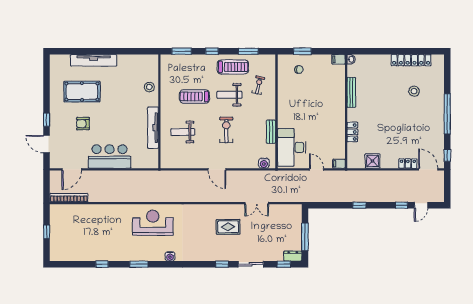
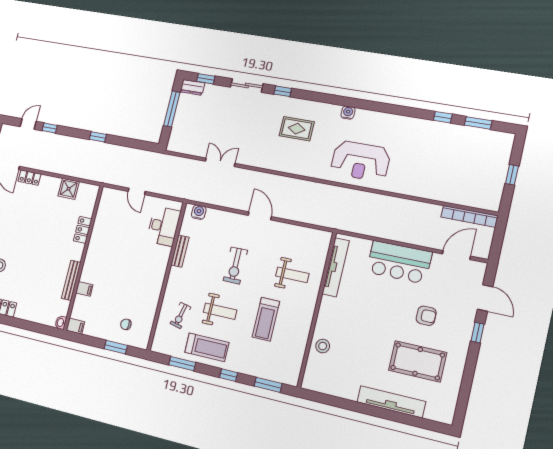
treadmill: (233, 67) -> (207, 347), turned 180
treadmill: (194, 97) -> (266, 319), turned 90
tv unit: (153, 128) -> (336, 267), moved
desk: (292, 147) -> (164, 226), width x0.73, depth x0.77
filing cabinet: (339, 164) -> (84, 289), moved
rug: (228, 227) -> (297, 129), moved
window: (139, 264) -> (478, 123), moved

